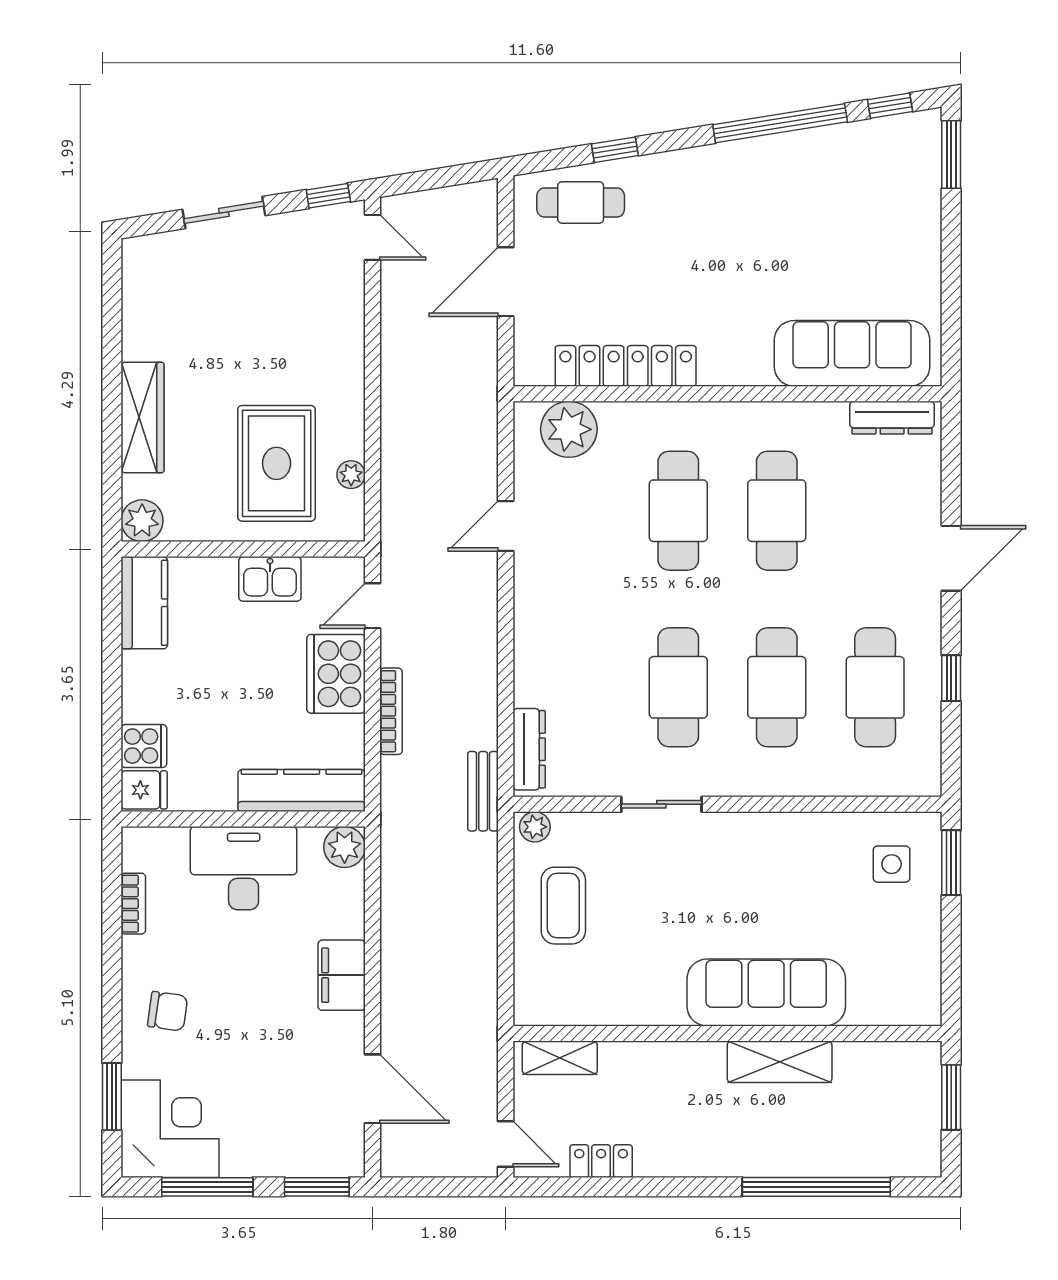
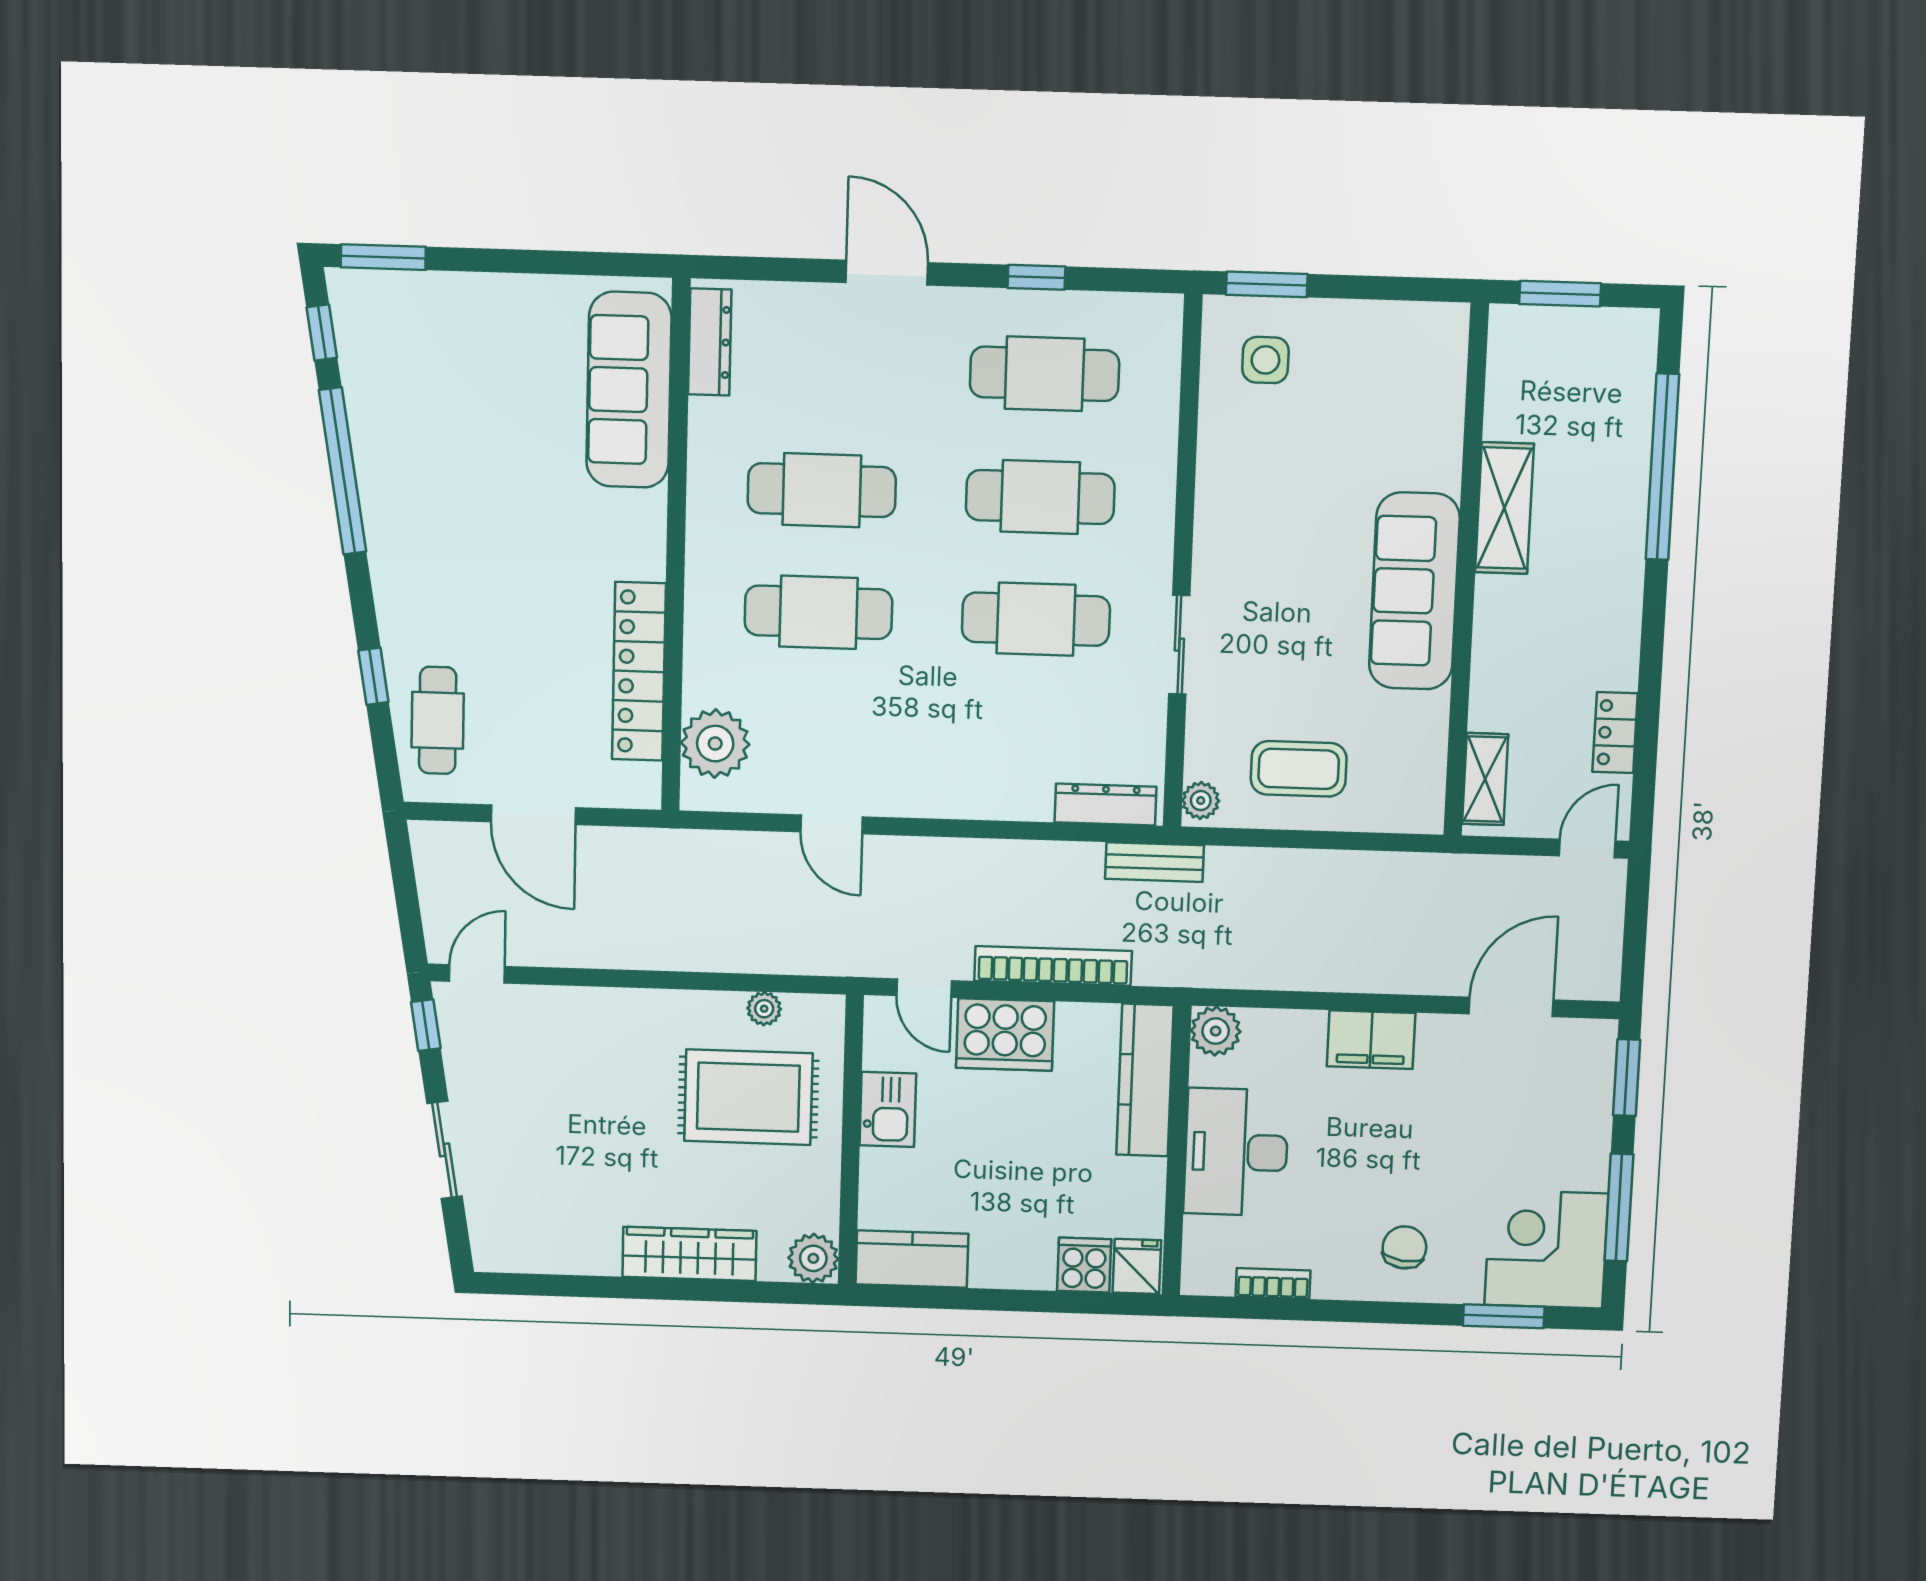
bookcase: (391, 711) -> (1053, 966), width x1.48, depth x1.31
sofa: (766, 993) -> (1414, 591), moved

